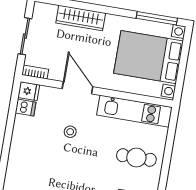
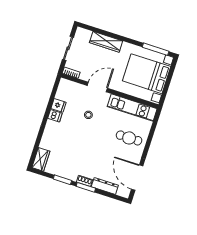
door: (77, 88) -> (97, 87), hinge flipped
fridge: (29, 91) -> (59, 105), moved
dishwasher: (26, 108) -> (55, 116), moved

